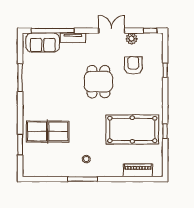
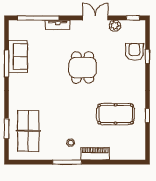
sofa: (43, 43) -> (18, 57), moved, turned -90
armchair: (133, 65) -> (134, 52), moved
pool table: (132, 129) -> (116, 114), width x0.73, depth x0.76
table tennis table: (48, 132) -> (28, 131), moved, turned 90
piano: (138, 170) -> (95, 154), moved

